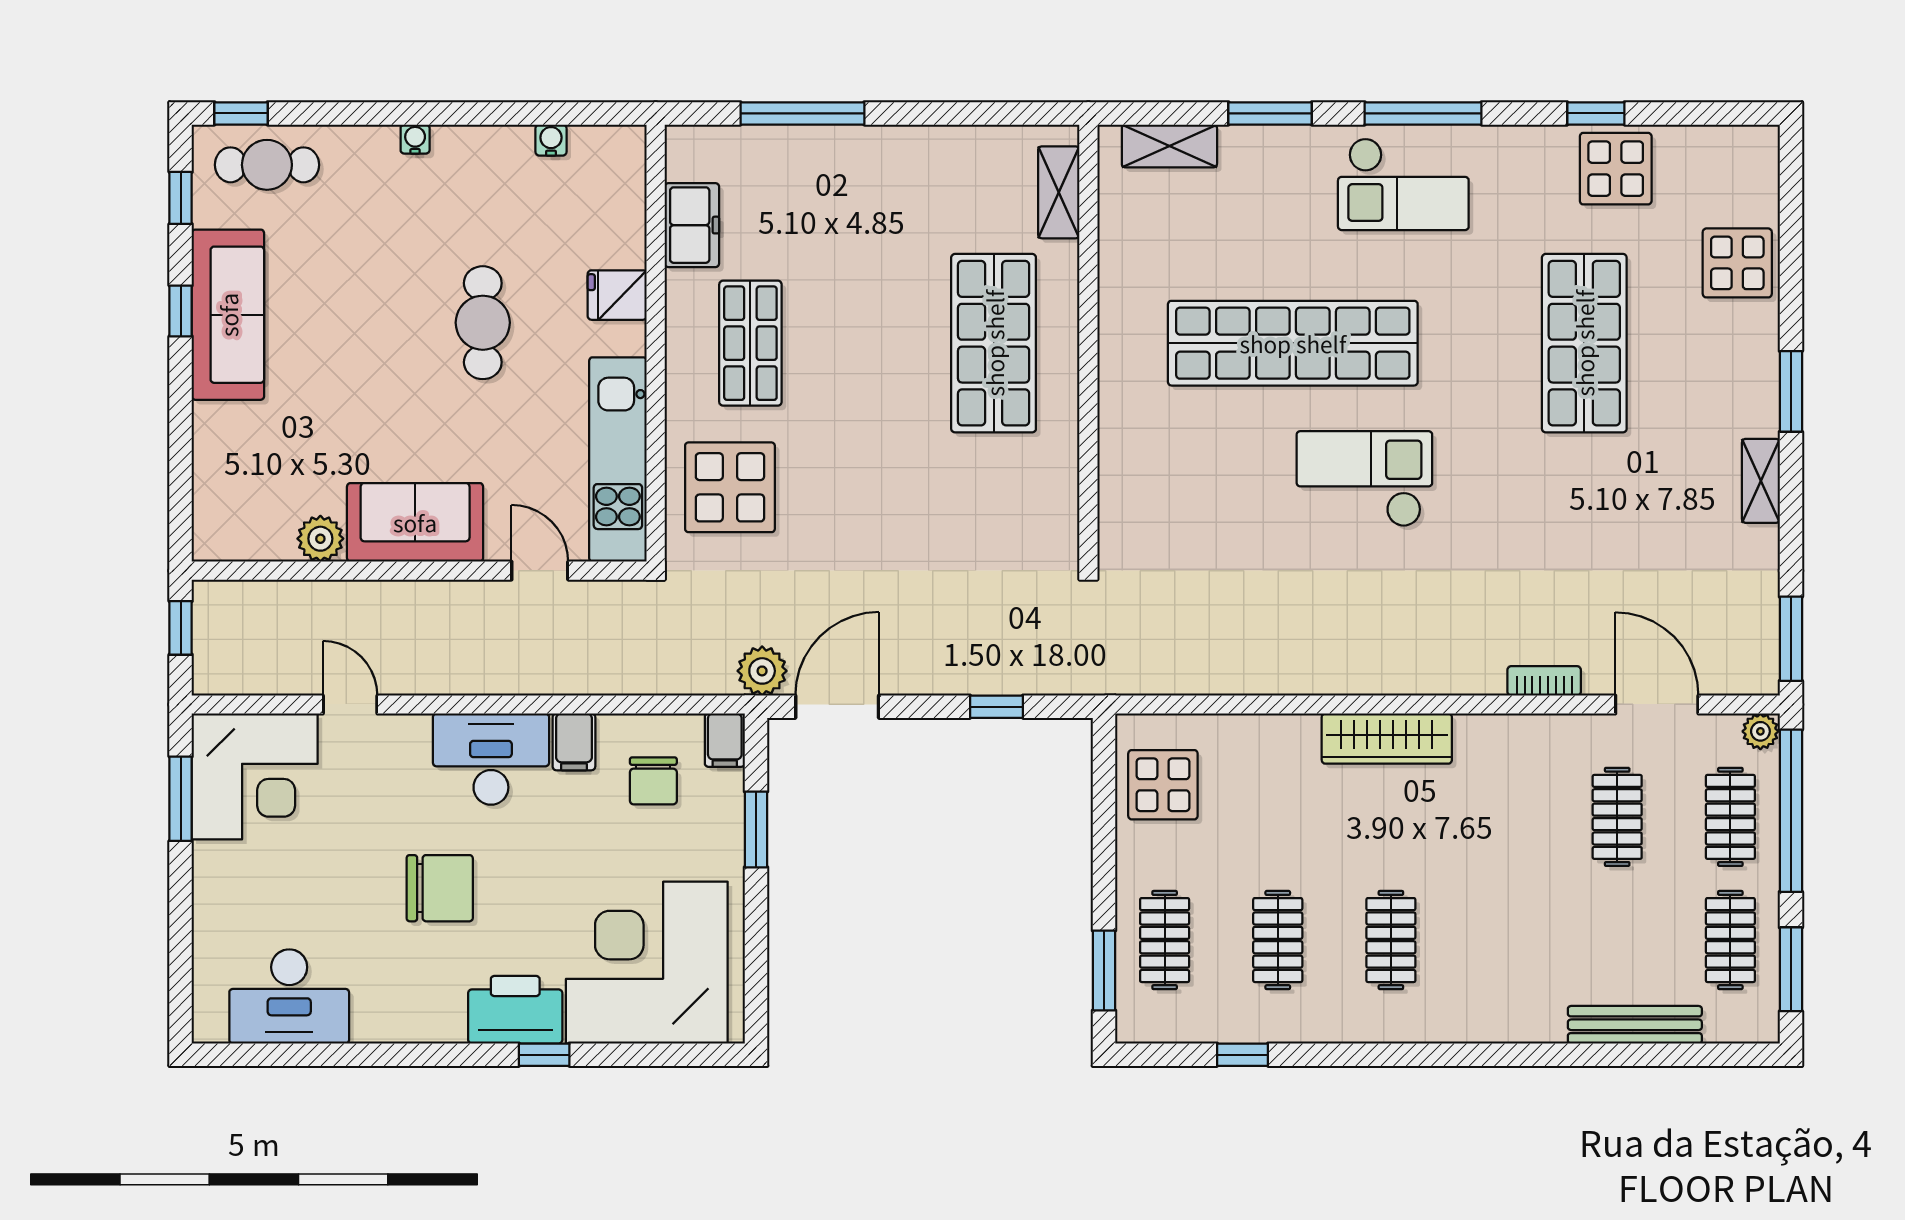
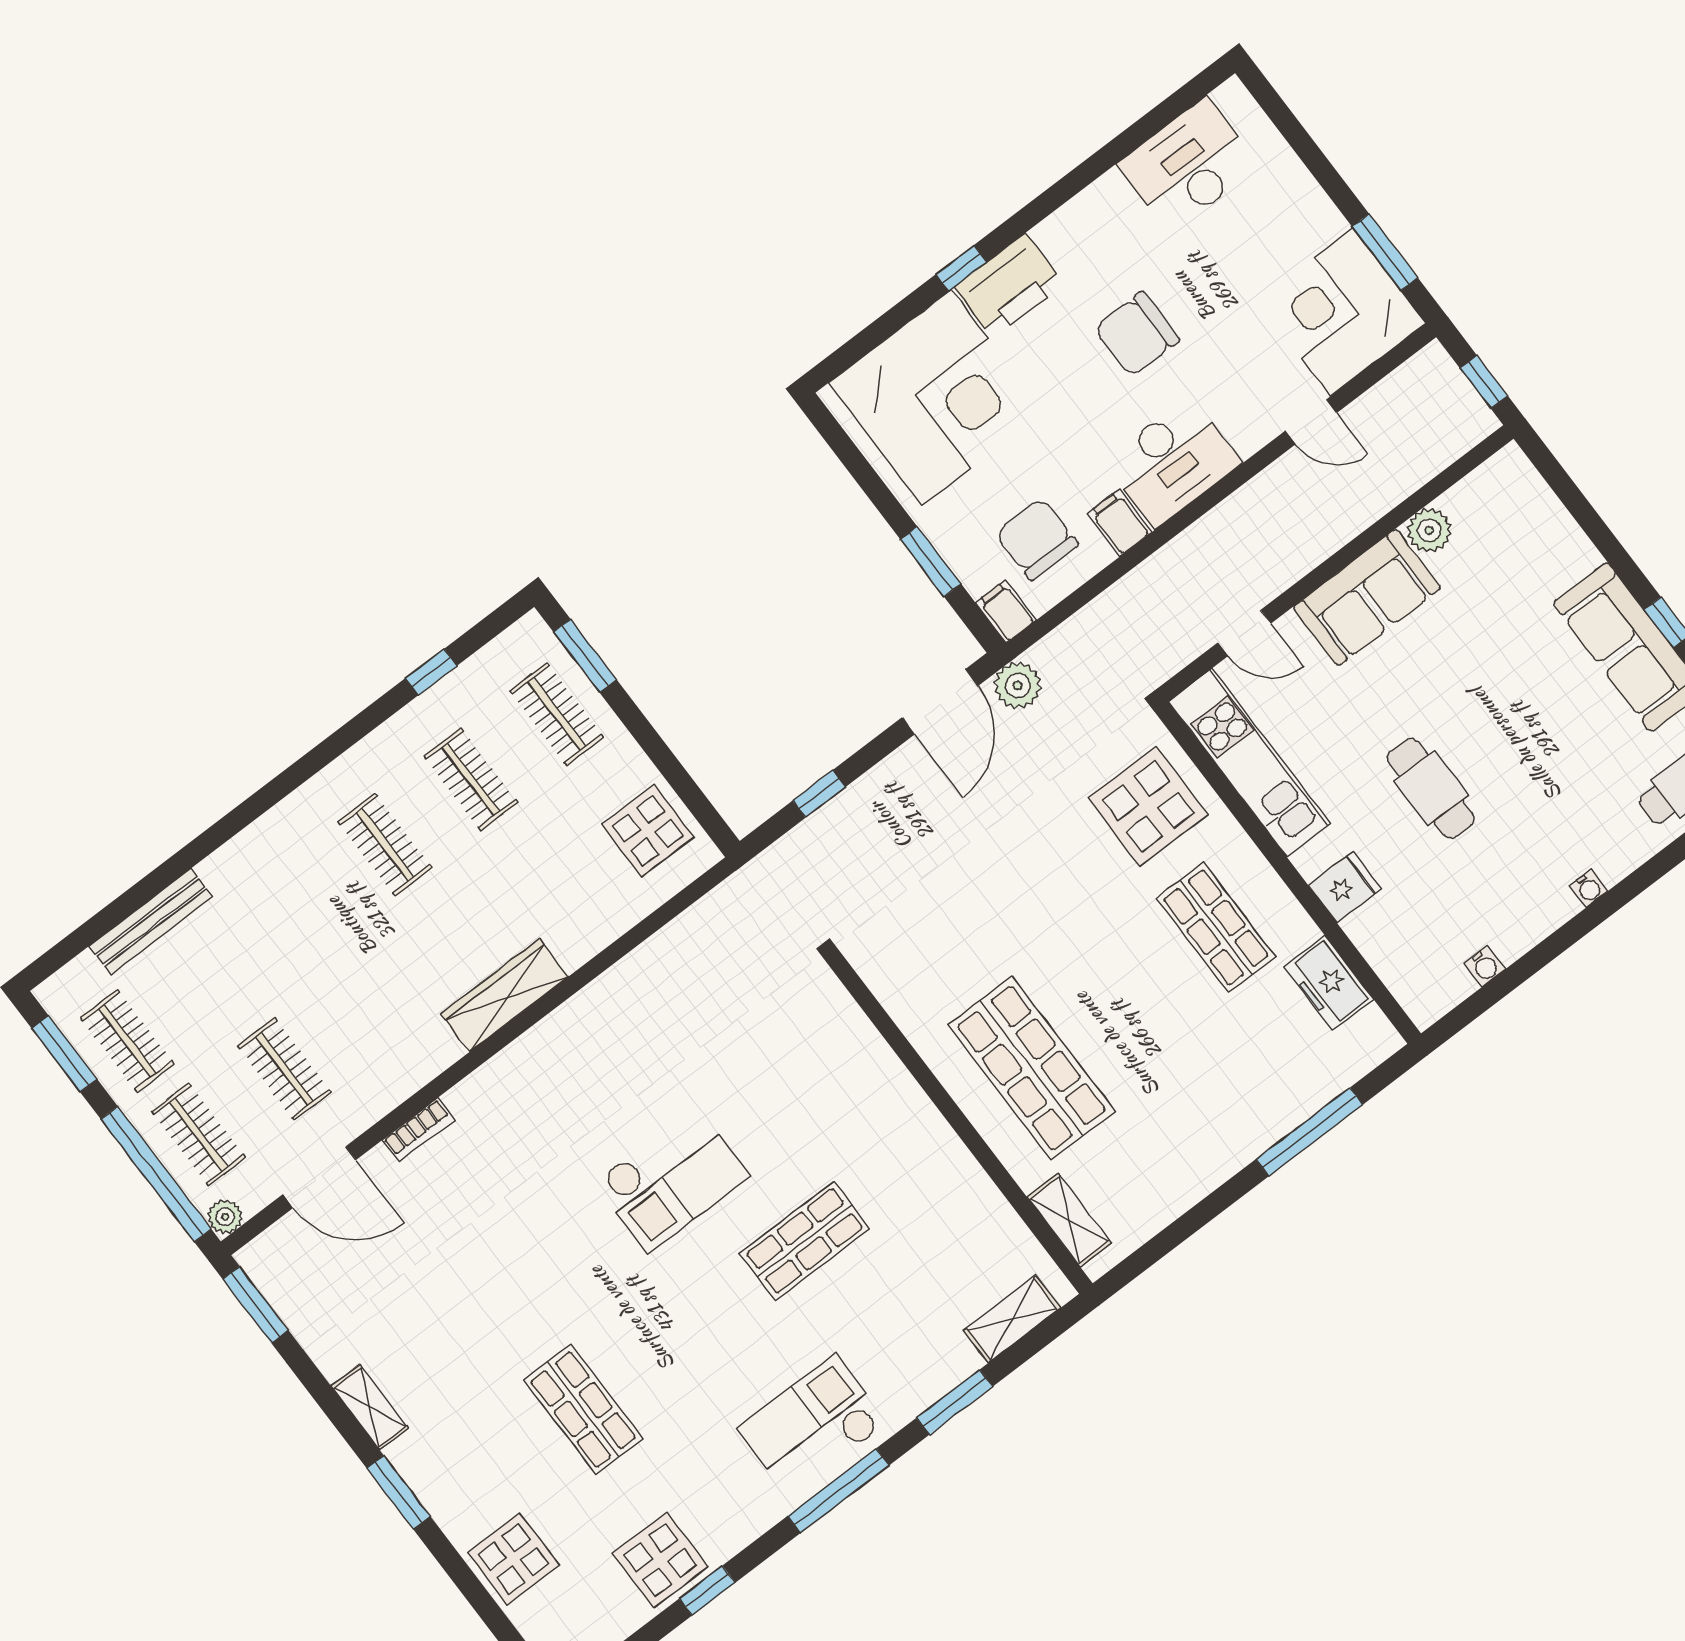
shop shelf: (1293, 343) -> (804, 1241), width x0.50, depth x0.74
shop shelf: (1584, 343) -> (583, 1409), width x0.70, depth x0.74
chair: (653, 781) -> (1037, 539), width x1.37, depth x1.37

